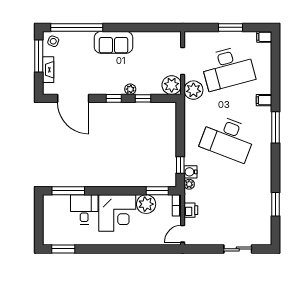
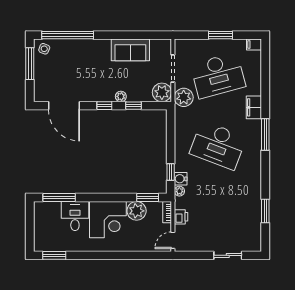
sofa: (114, 42) -> (130, 50), moved
fireplace: (48, 70) -> (39, 77), removed
filing cabinet: (264, 100) -> (254, 107), width x2.00

